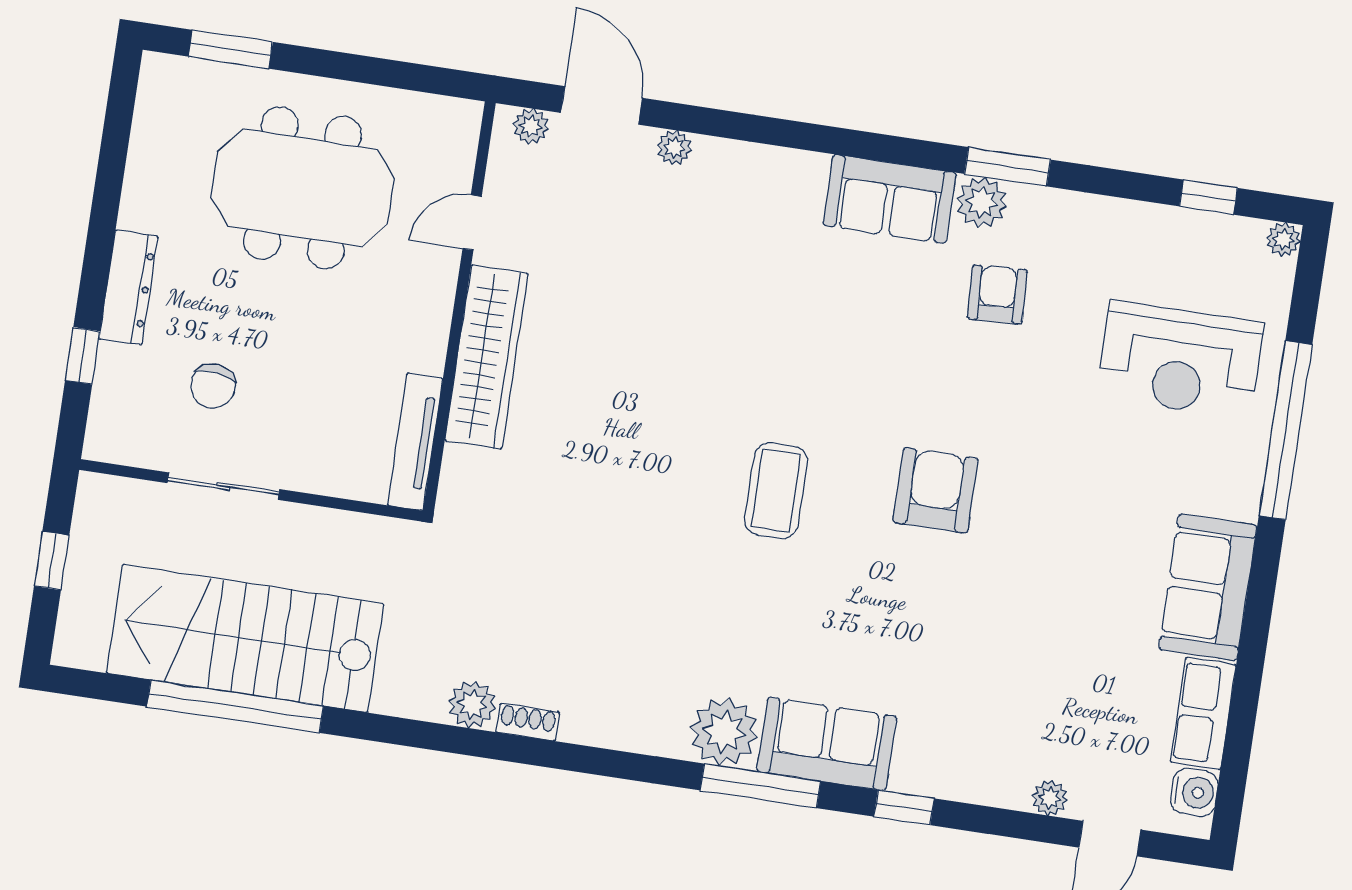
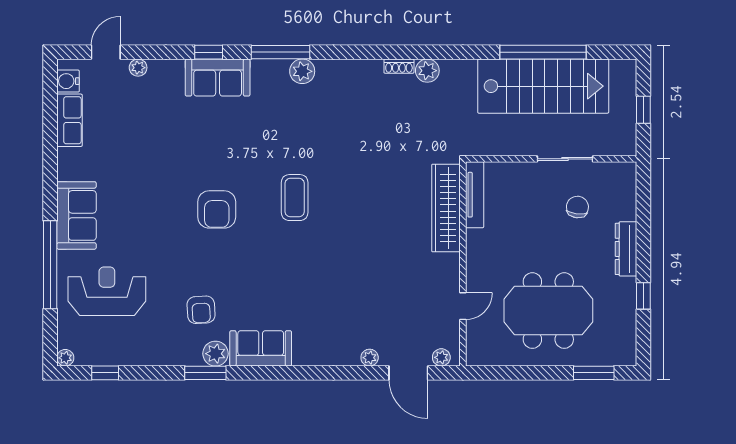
window: (83, 356) -> (643, 296), moved
wardrobe: (486, 357) -> (446, 208), moved
sofa: (1208, 587) -> (77, 215), moved
plant: (724, 732) -> (302, 71), width x0.73, depth x0.73
sofa: (827, 744) -> (218, 78), moved

